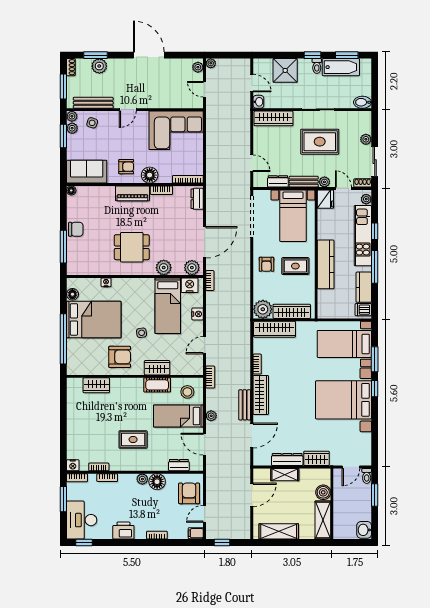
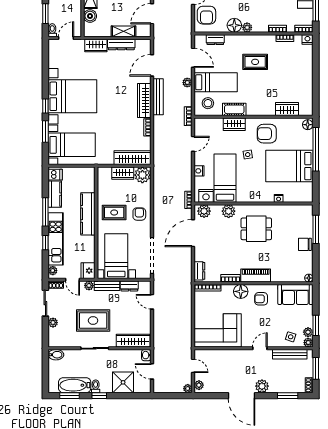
plant: (99, 66) -> (262, 386), moved
floor lamp: (72, 294) -> (308, 125), moved
wardrobe: (292, 311) -> (123, 173), width x0.67
bench: (245, 405) -> (158, 97), width x1.36

